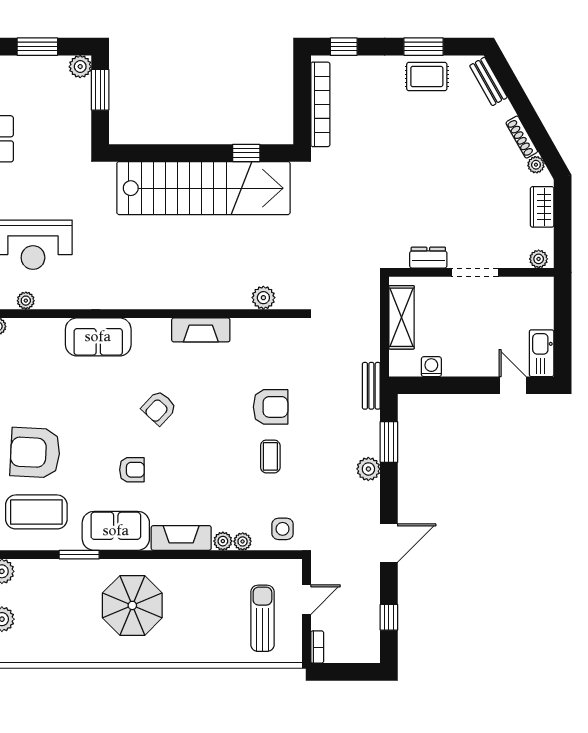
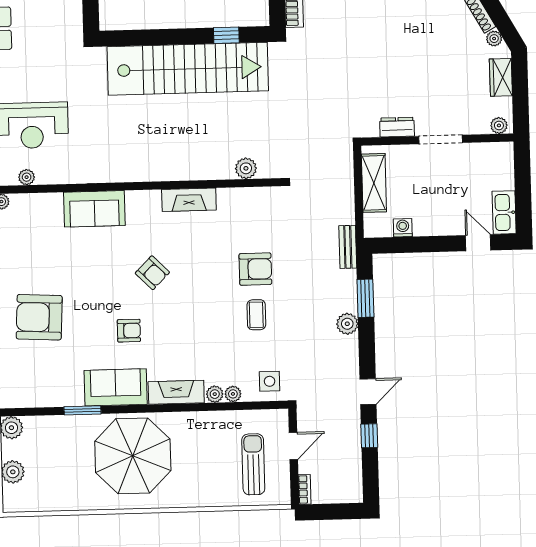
armchair: (159, 408) -> (152, 273), turned -88
coffee table: (36, 512) -> (42, 372), removed
door: (389, 543) -> (368, 392), width x0.73
parasol: (132, 605) -> (133, 456), width x1.36, depth x1.36
window: (389, 617) -> (369, 436), moved

